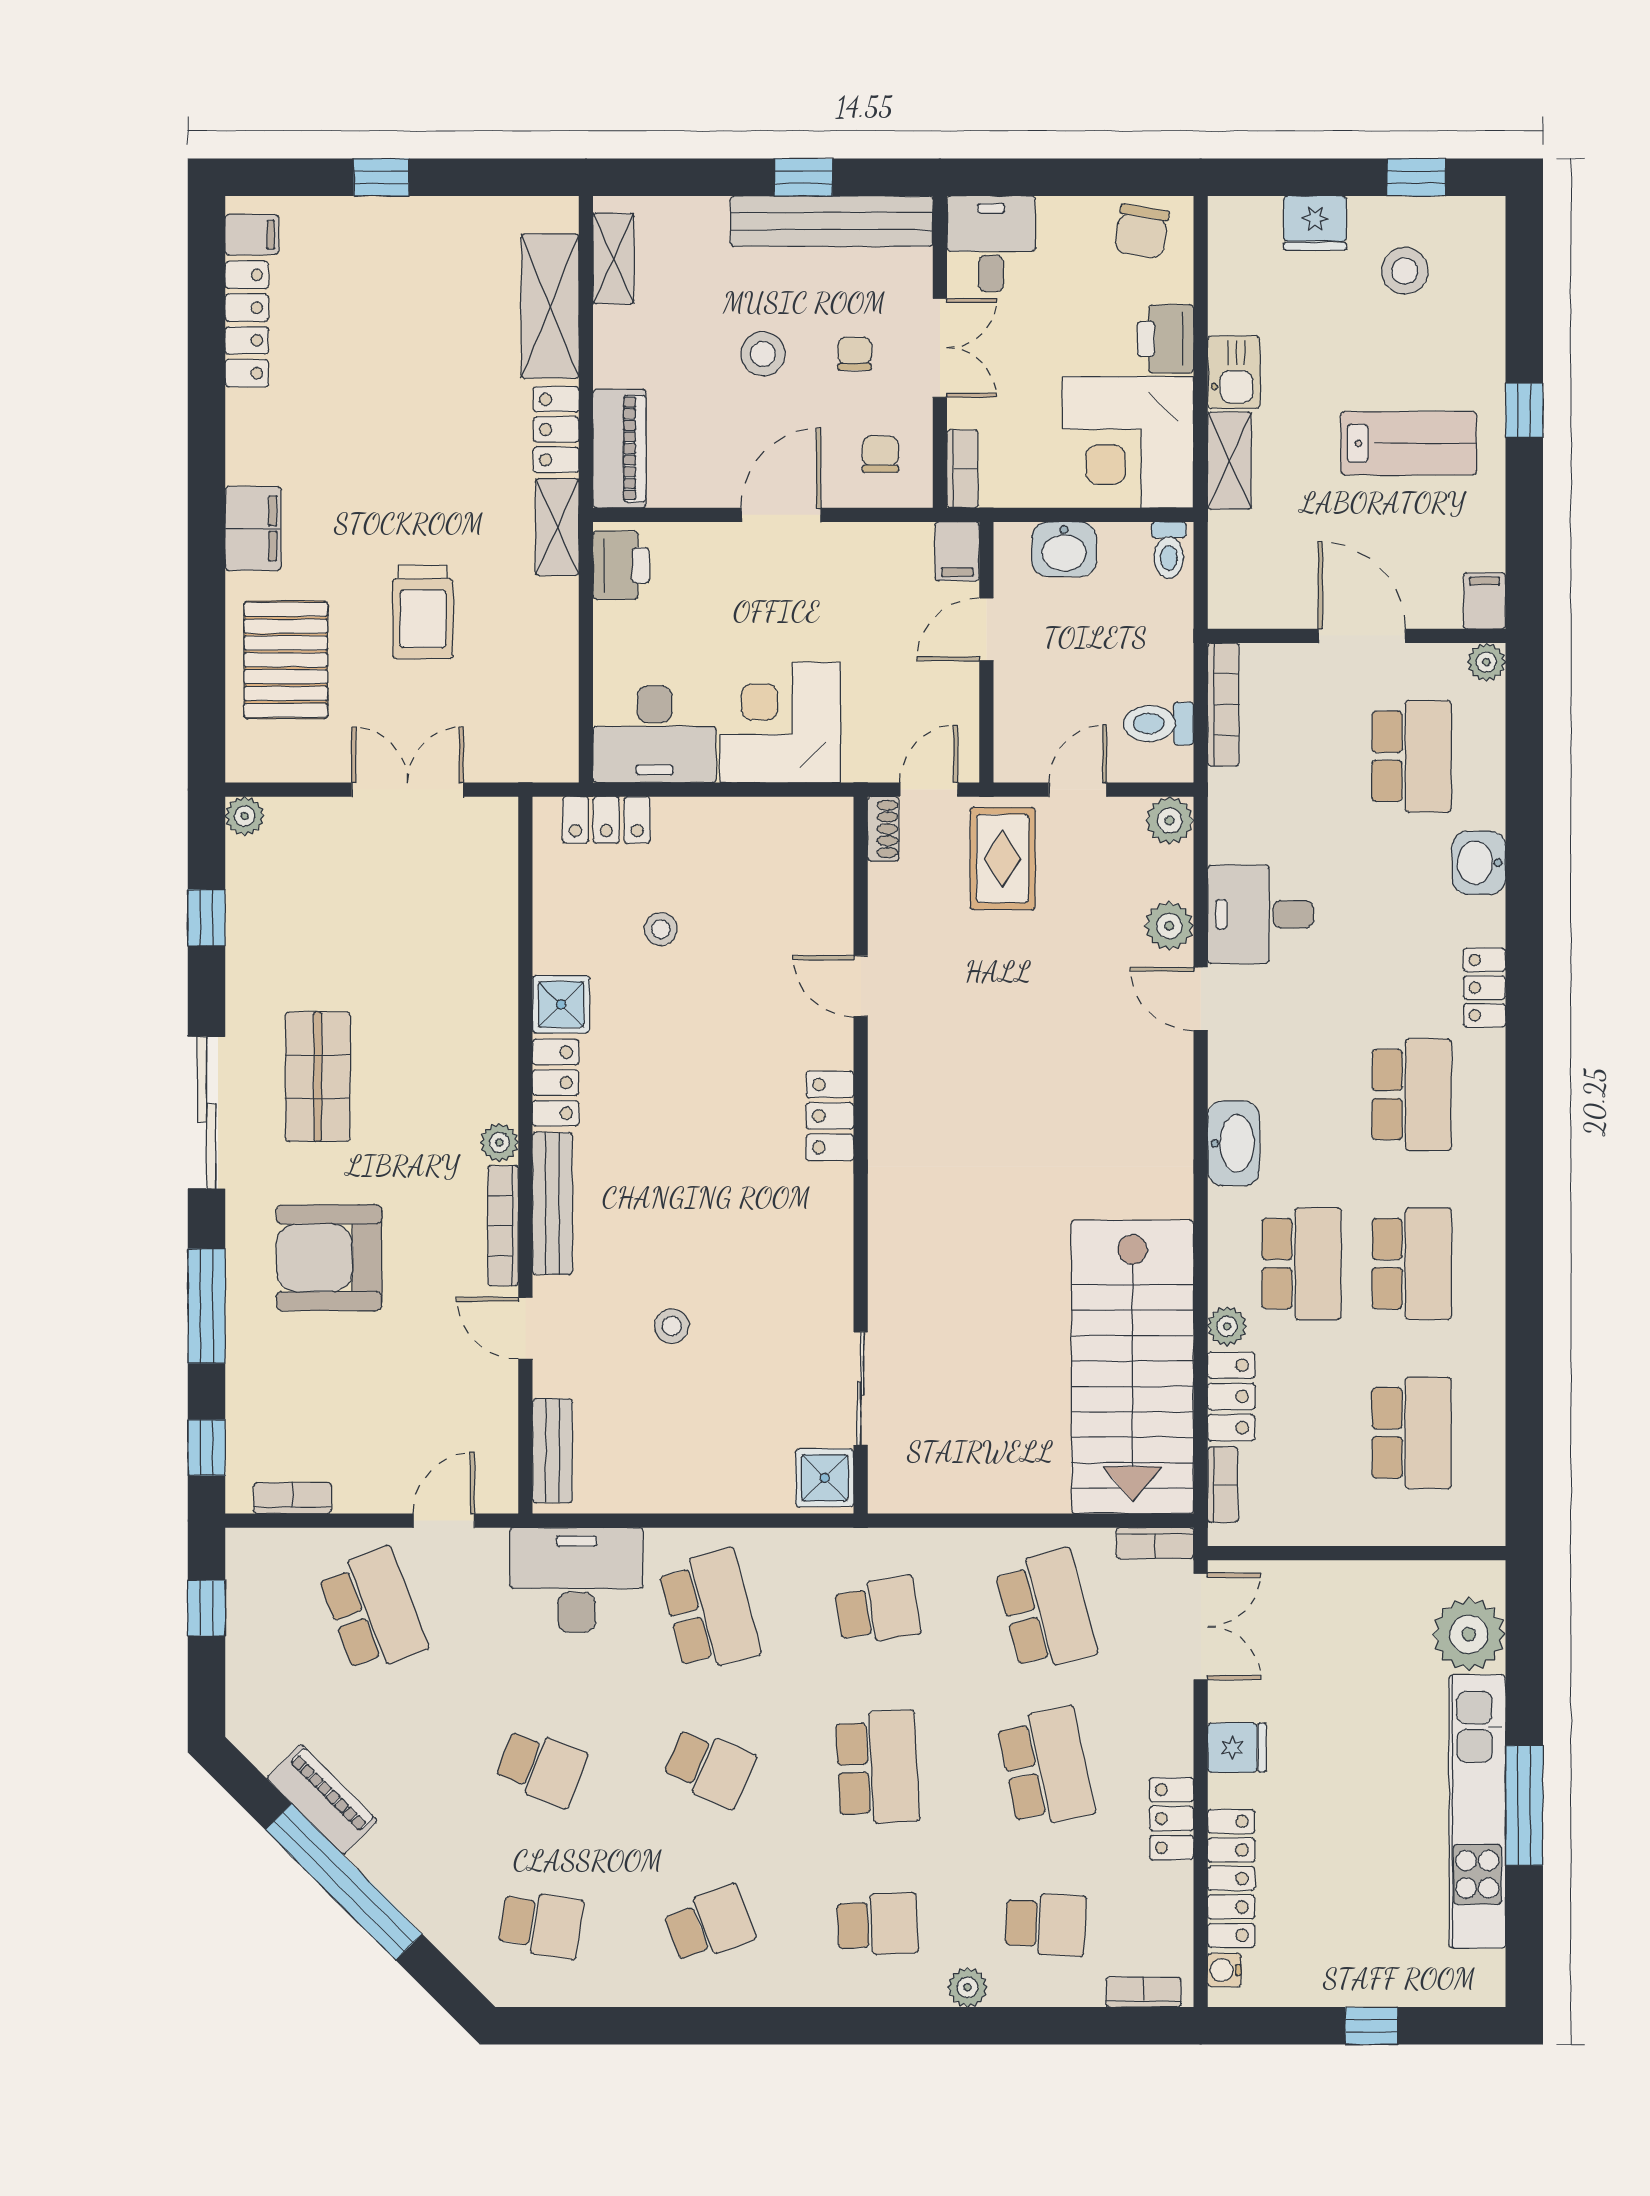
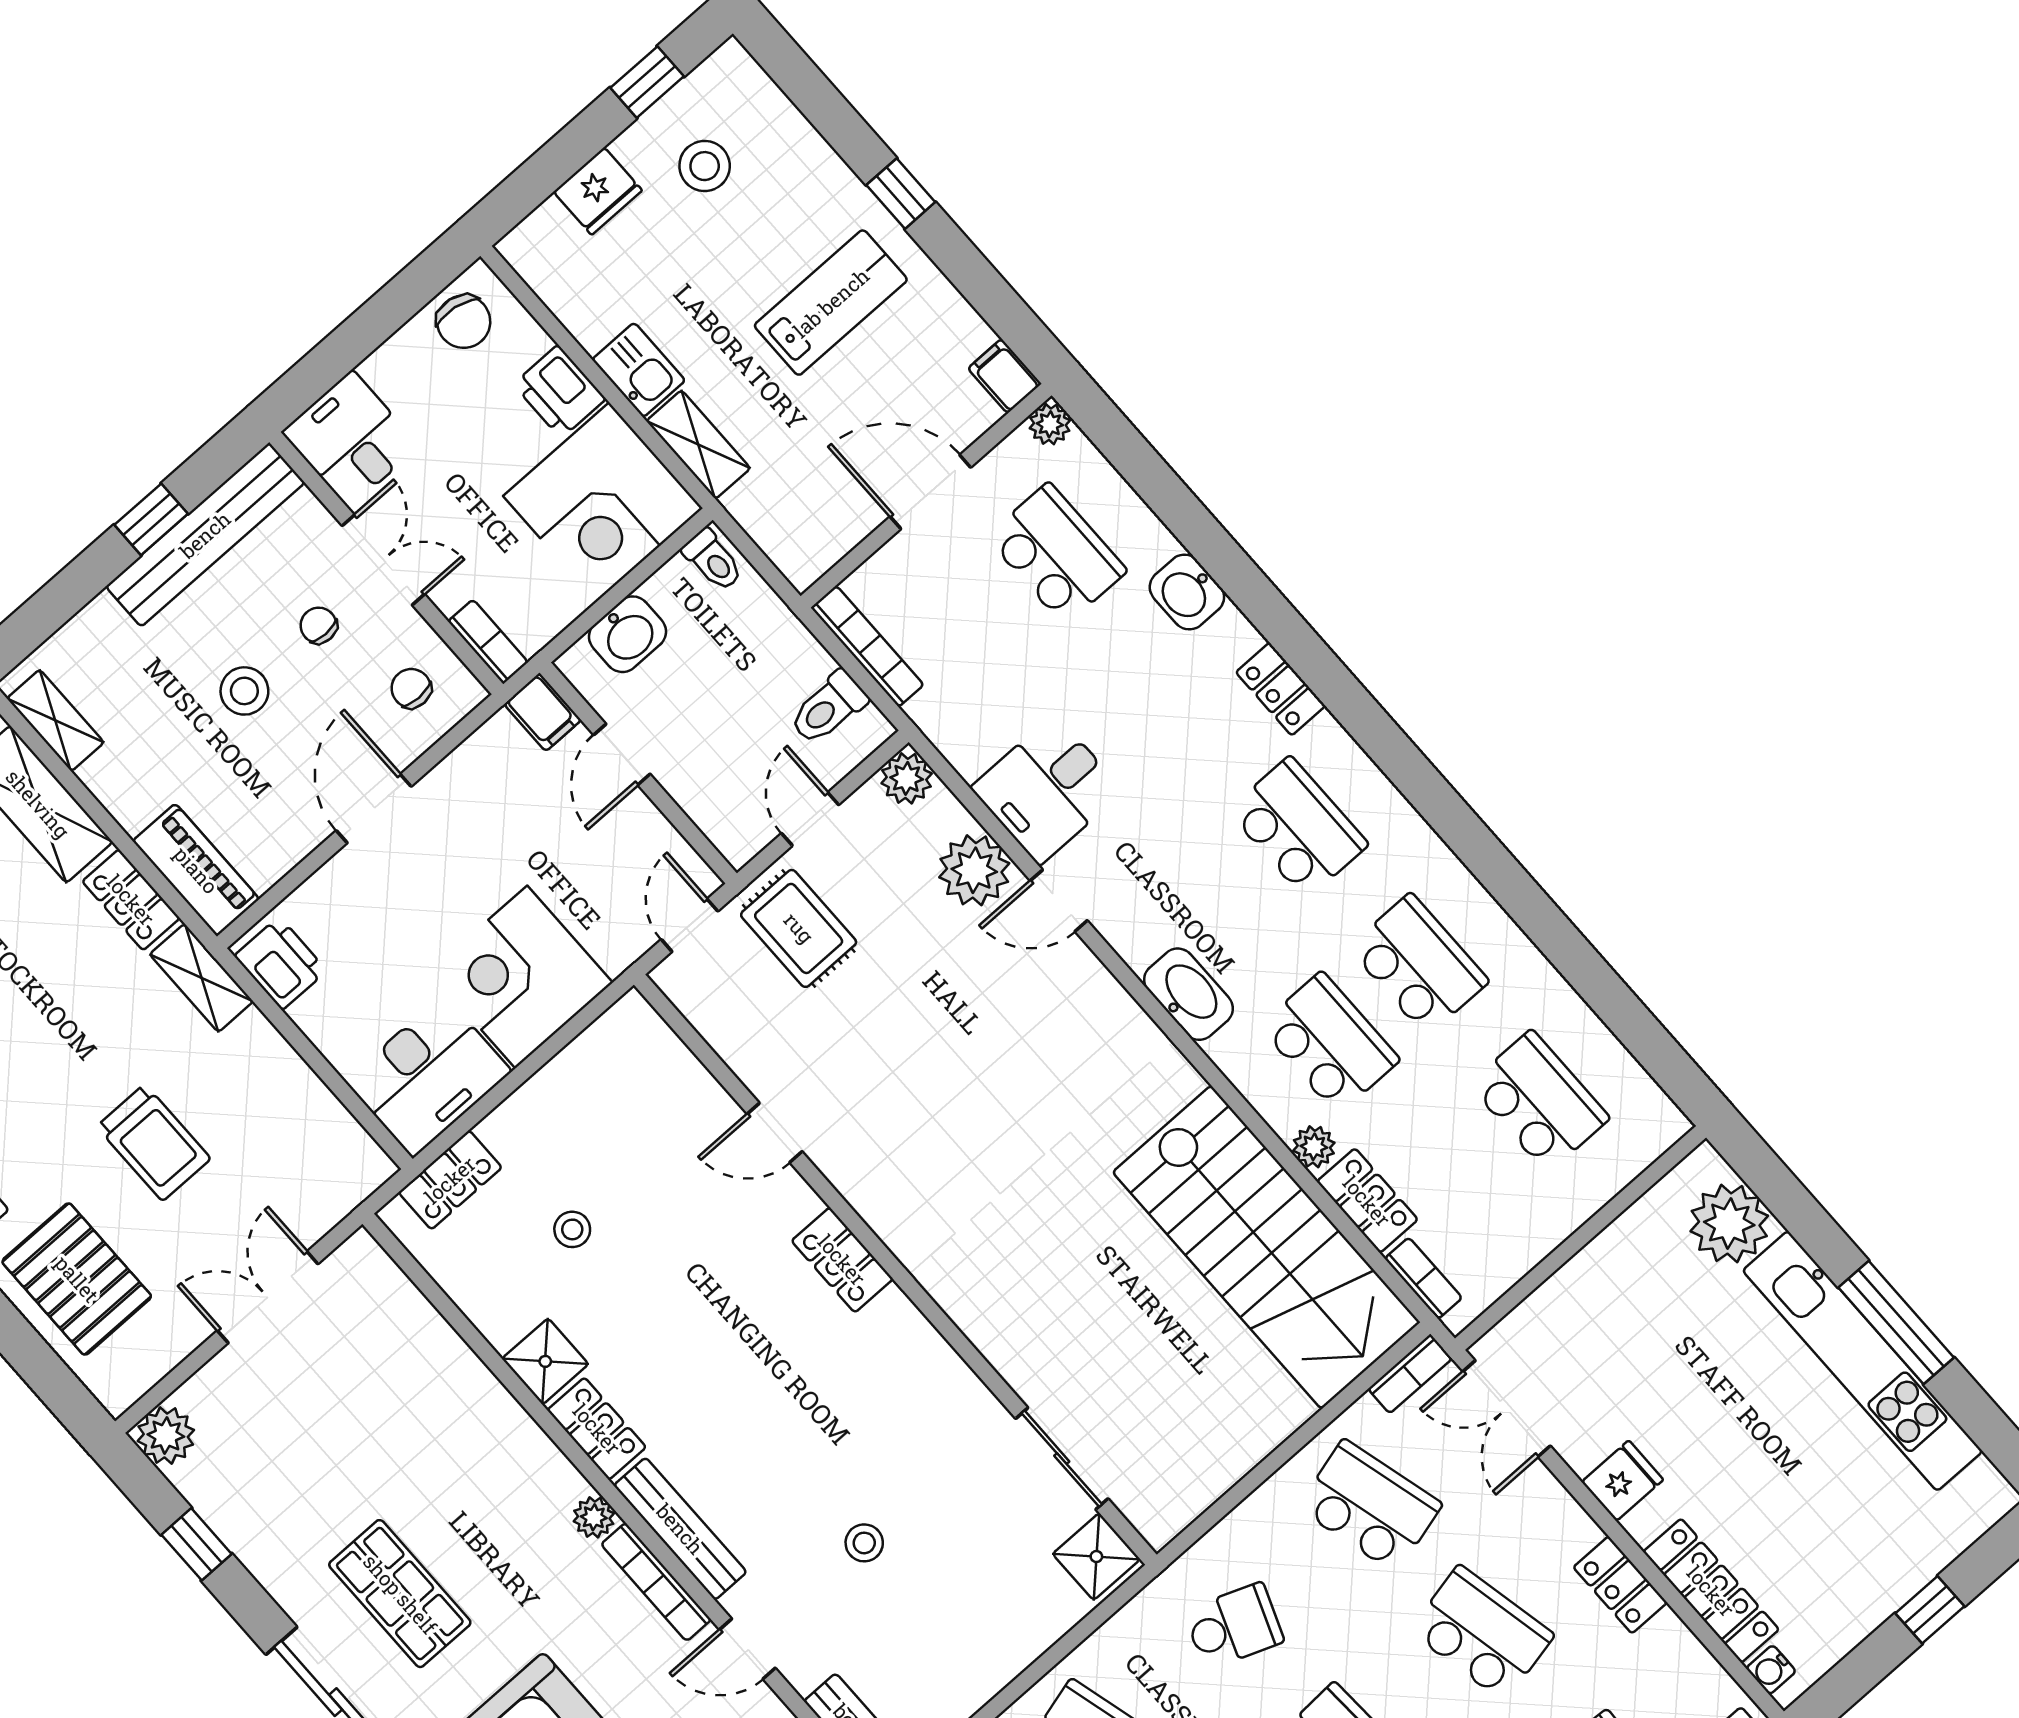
plant: (245, 816) -> (166, 1436), width x1.38, depth x1.38
shoe rack: (883, 829) -> (681, 989), removed
plant: (1169, 926) -> (974, 870), width x1.36, depth x1.36
school desk: (878, 1610) -> (1234, 1626), turned 30
double door: (1201, 1627) -> (1507, 1409), swing flipped

